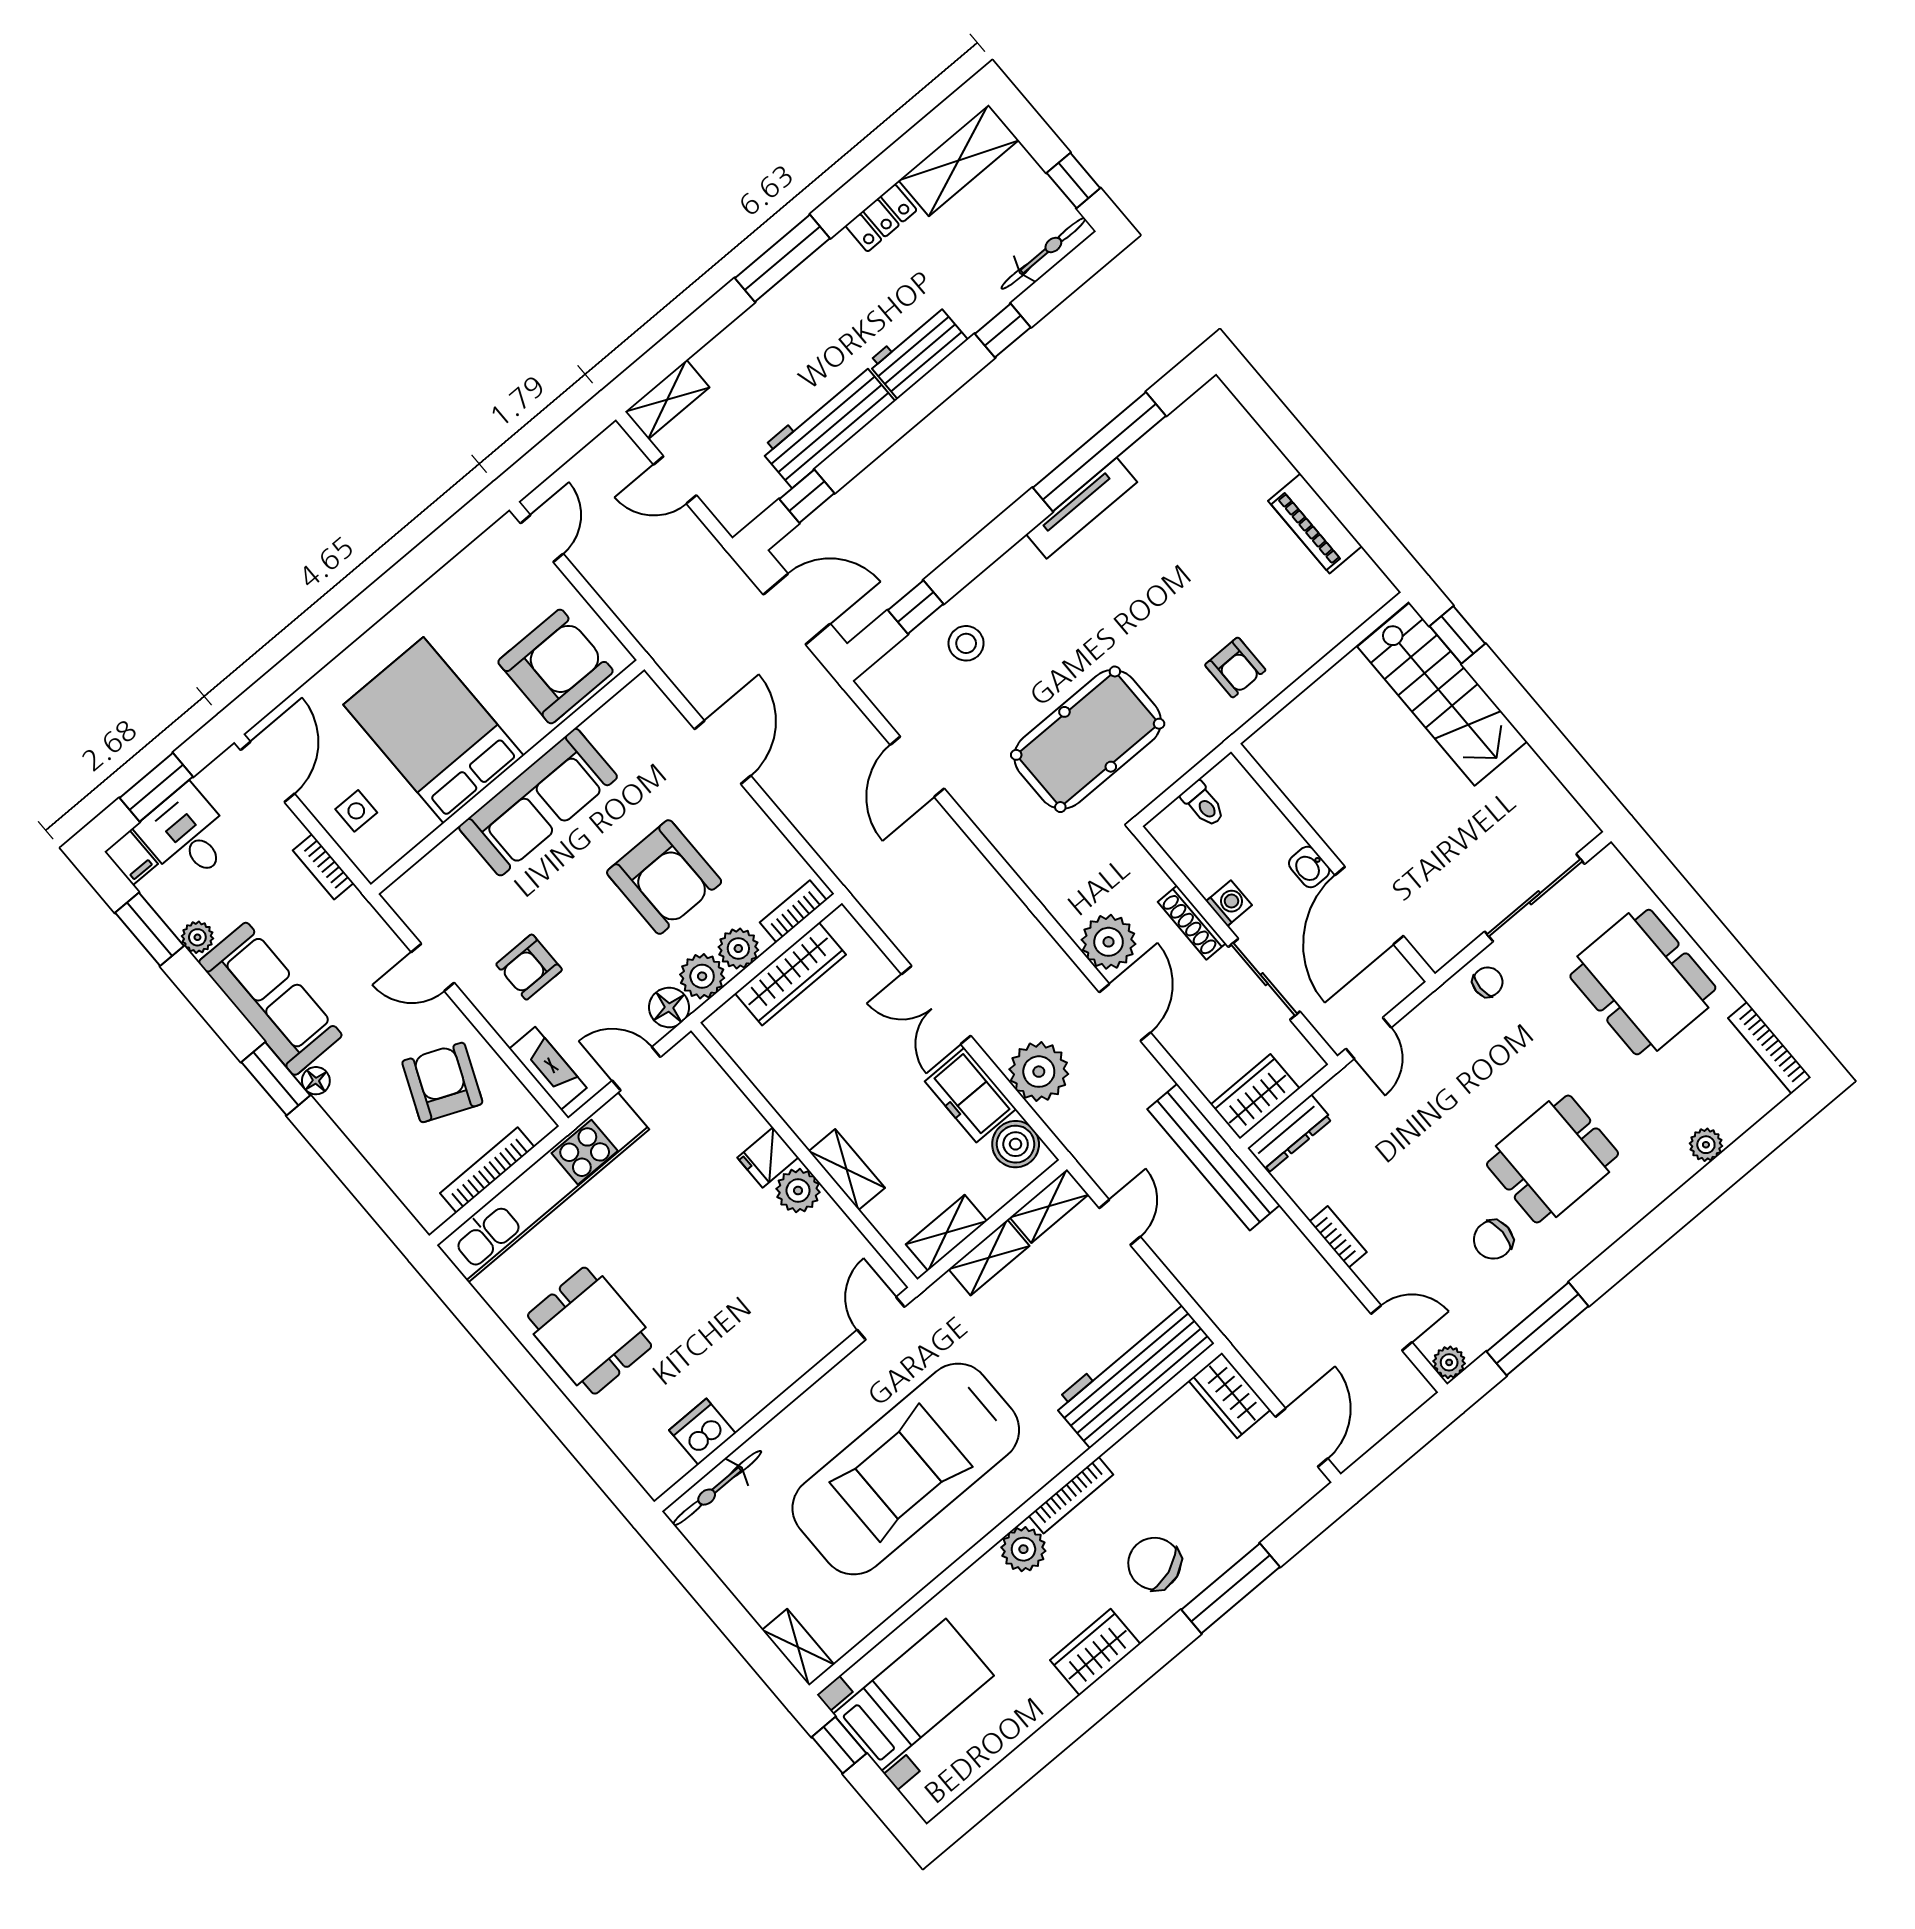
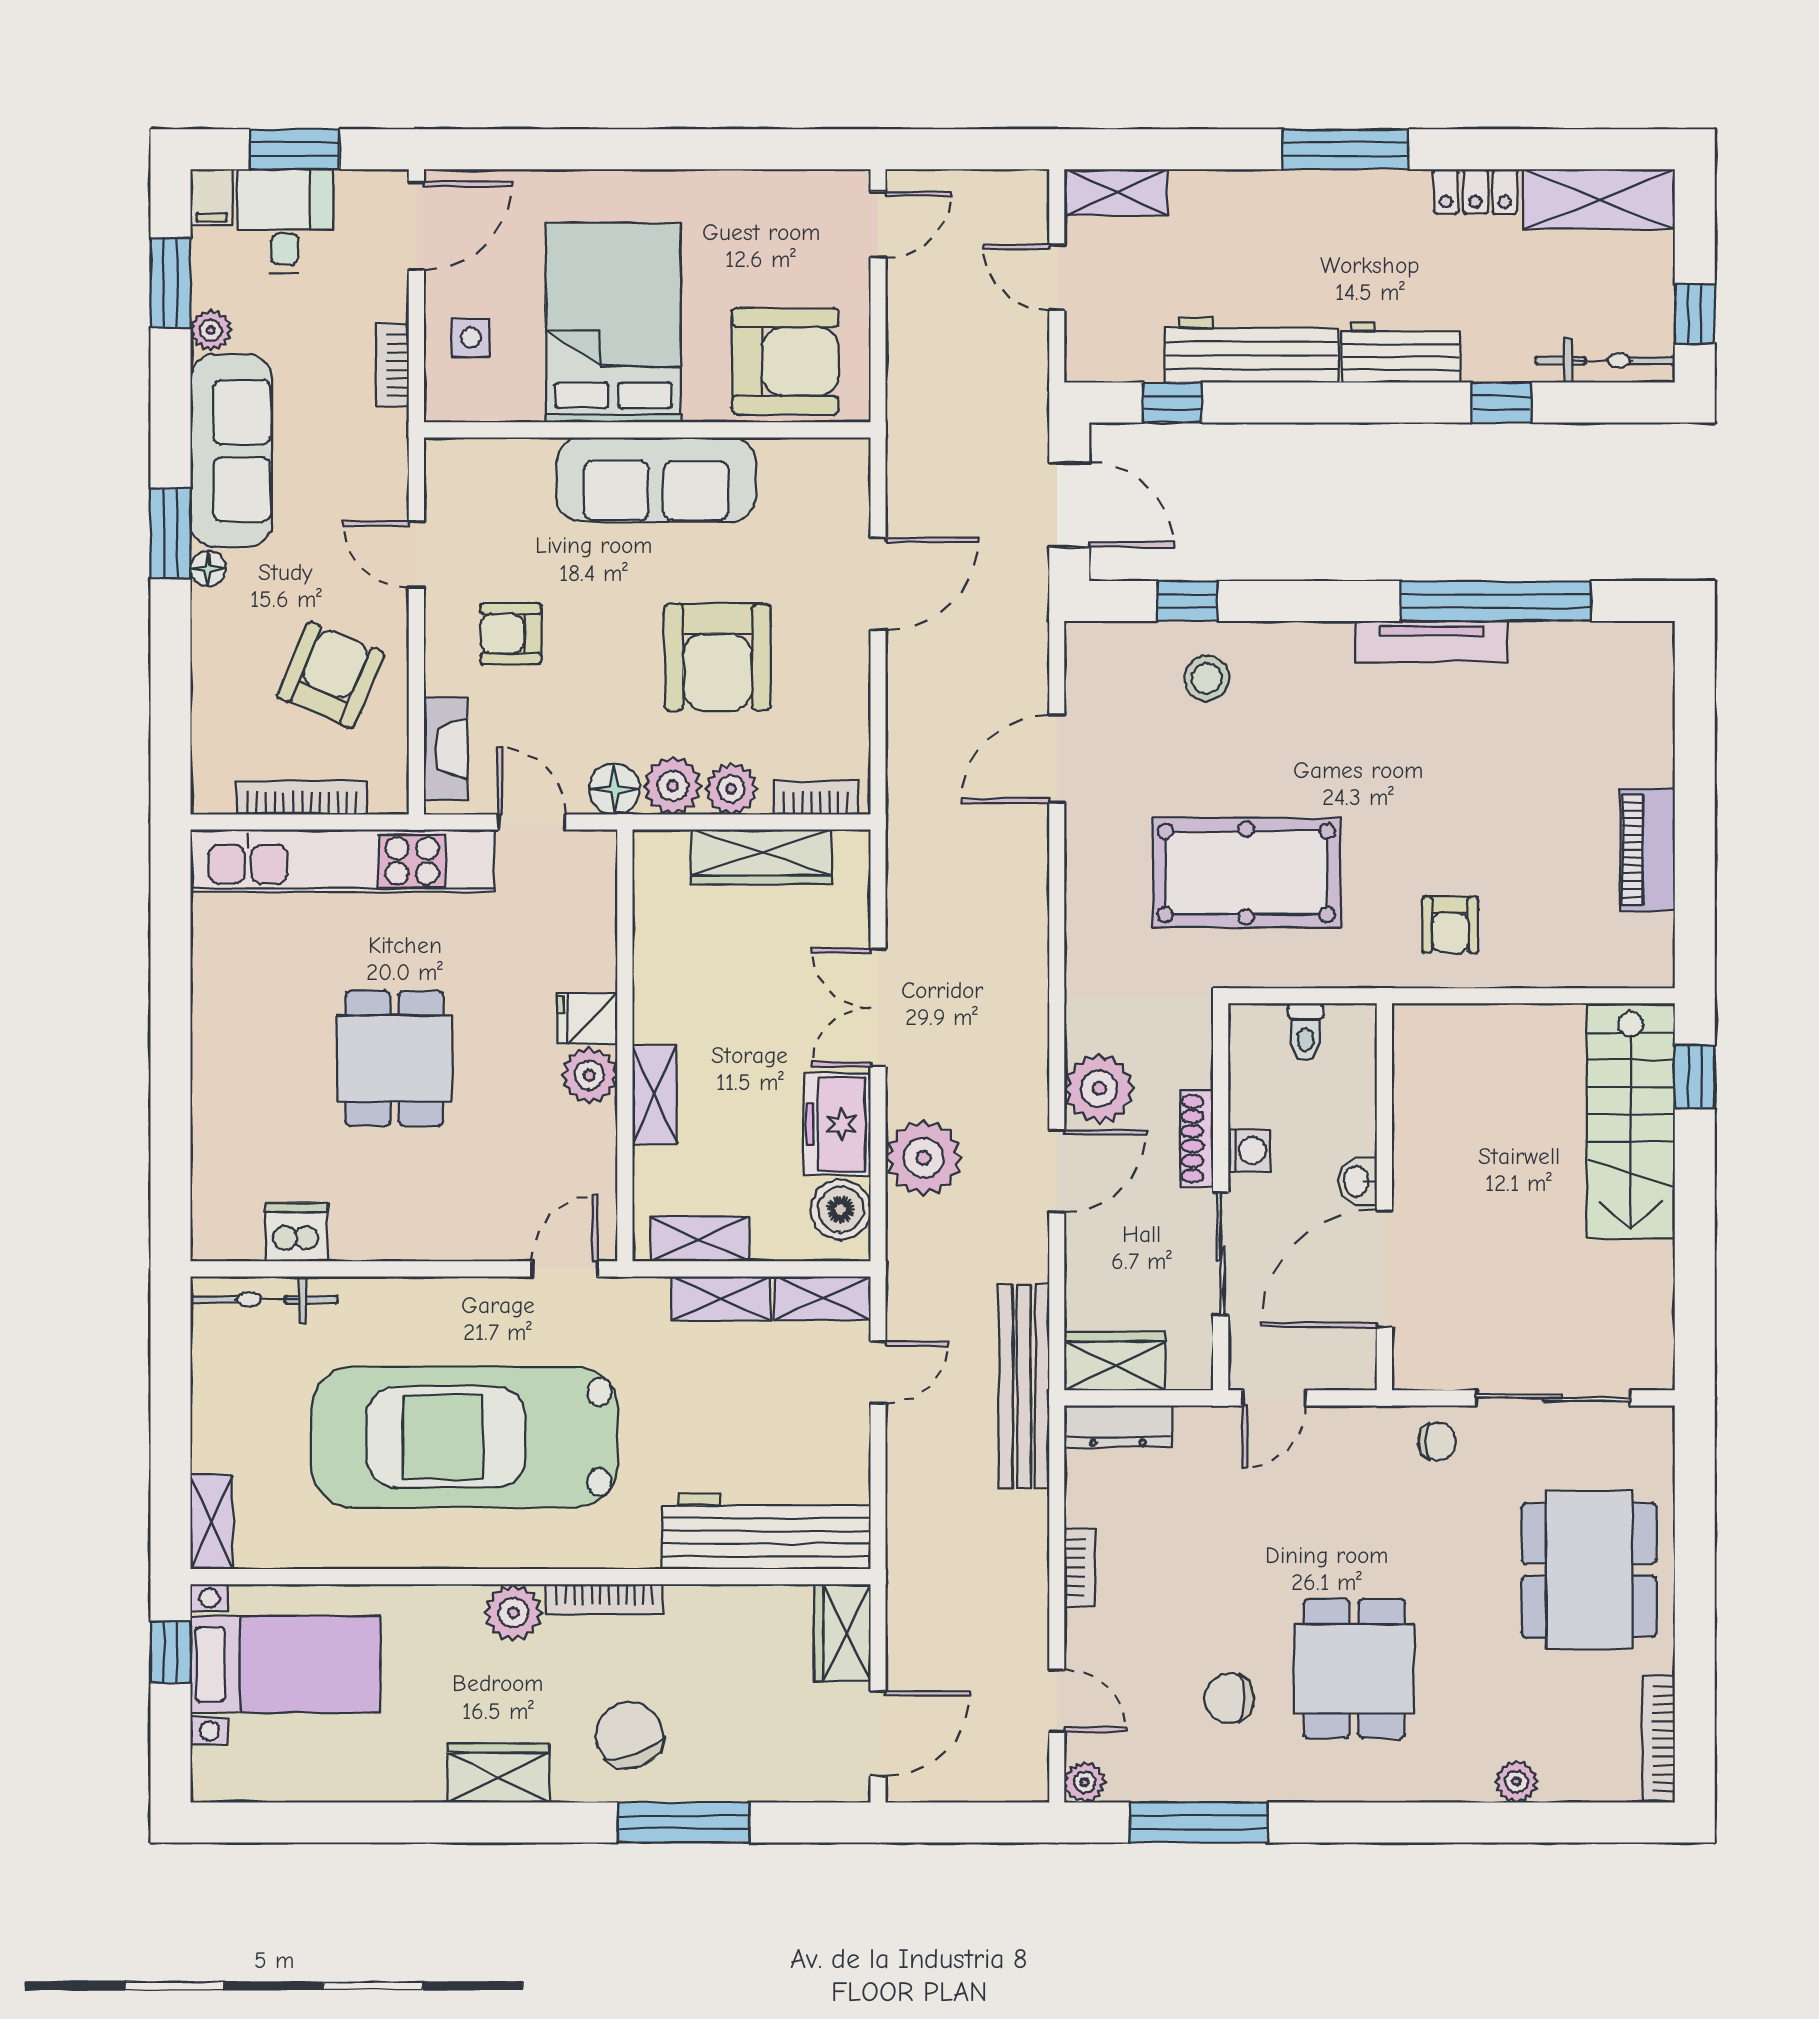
dining table: (1553, 1159) -> (1354, 1669), turned 90
dining table: (590, 1331) -> (394, 1058), moved

